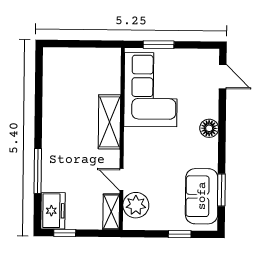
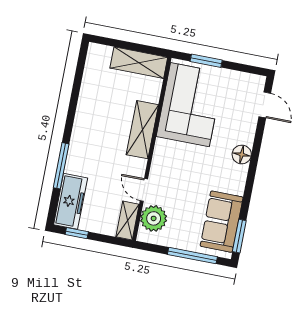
shelving: (94, 58) -> (139, 63), added
window: (221, 190) -> (239, 236), moved
freezer: (53, 211) -> (71, 201), width x1.40
window: (180, 234) -> (192, 256), width x2.17

